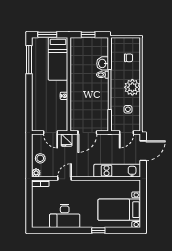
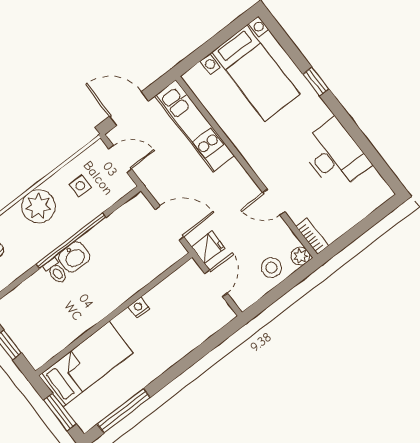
washbasin: (103, 63) -> (74, 257), moved

